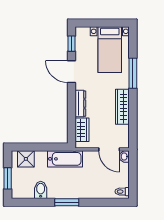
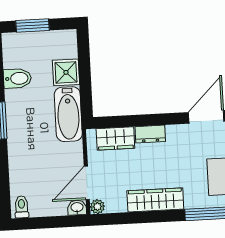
dresser: (80, 104) -> (150, 134), width x0.70
plant: (125, 144) -> (97, 207), added
shower: (26, 159) -> (66, 72), moved

